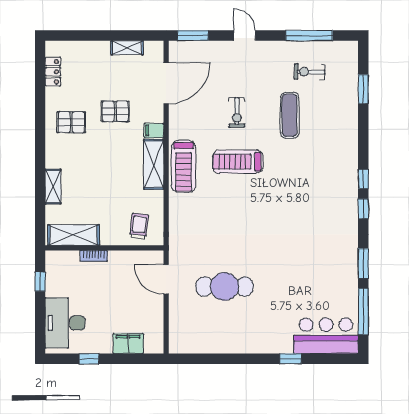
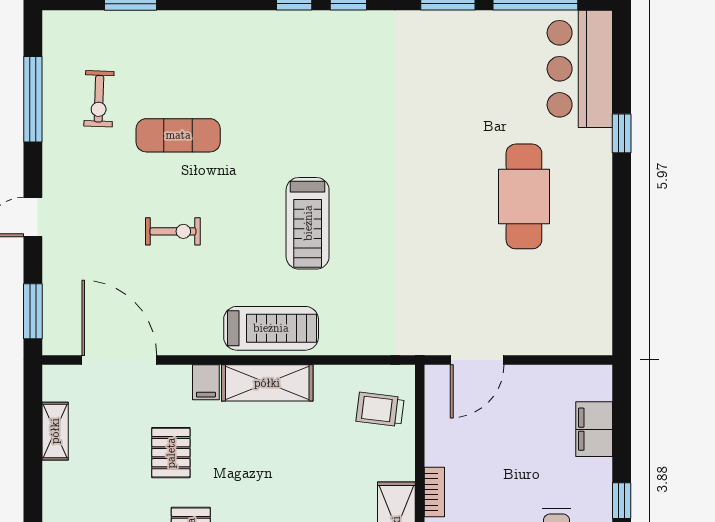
treadmill: (238, 162) -> (308, 223), moved
cafe table: (224, 286) -> (524, 196), moved

